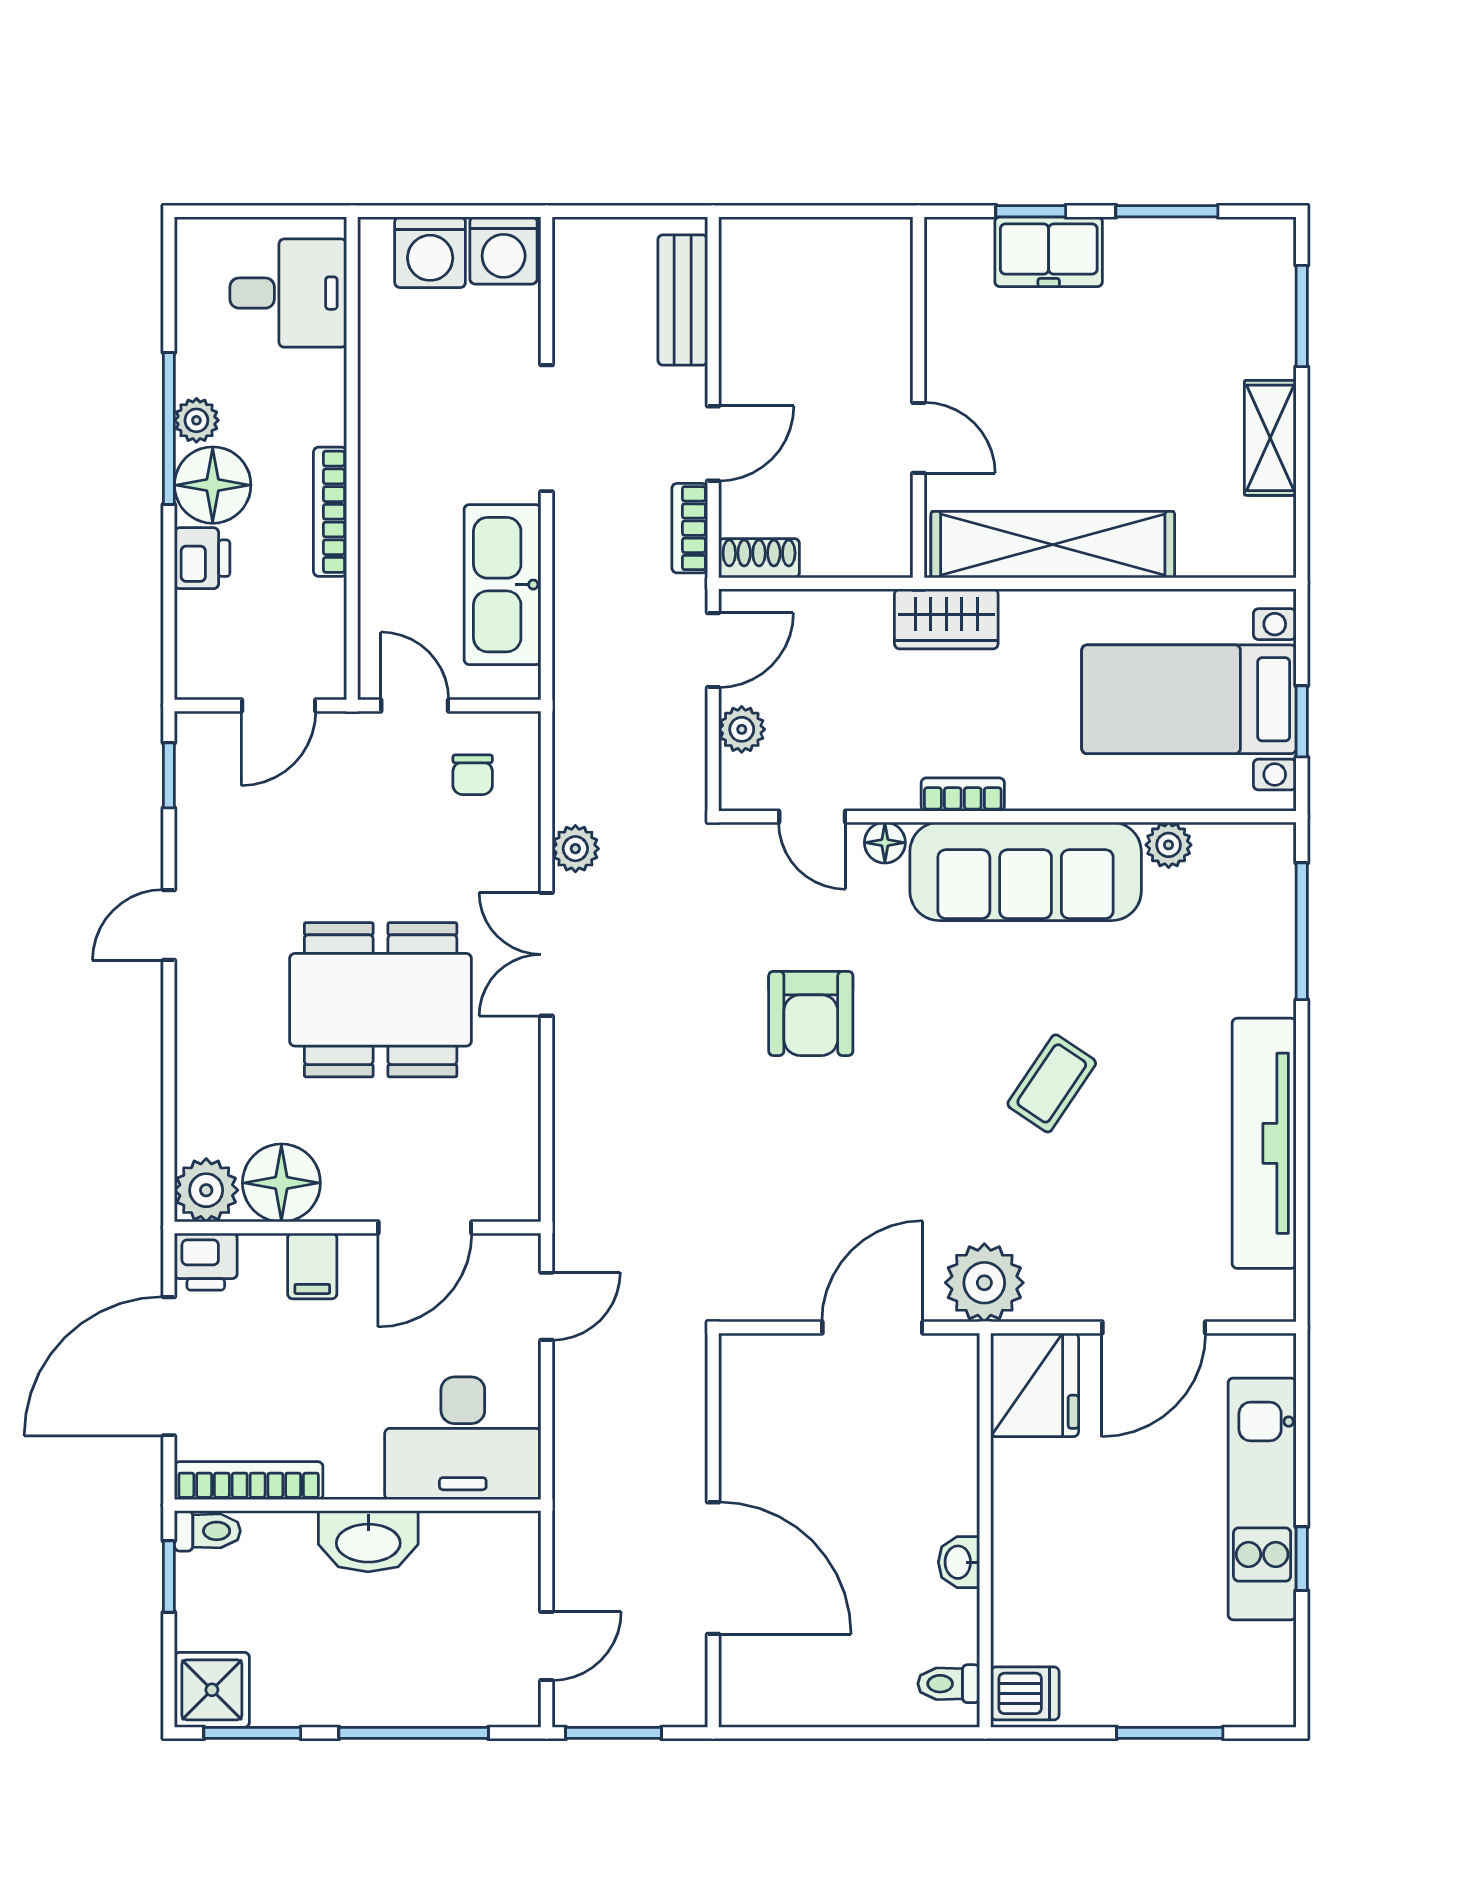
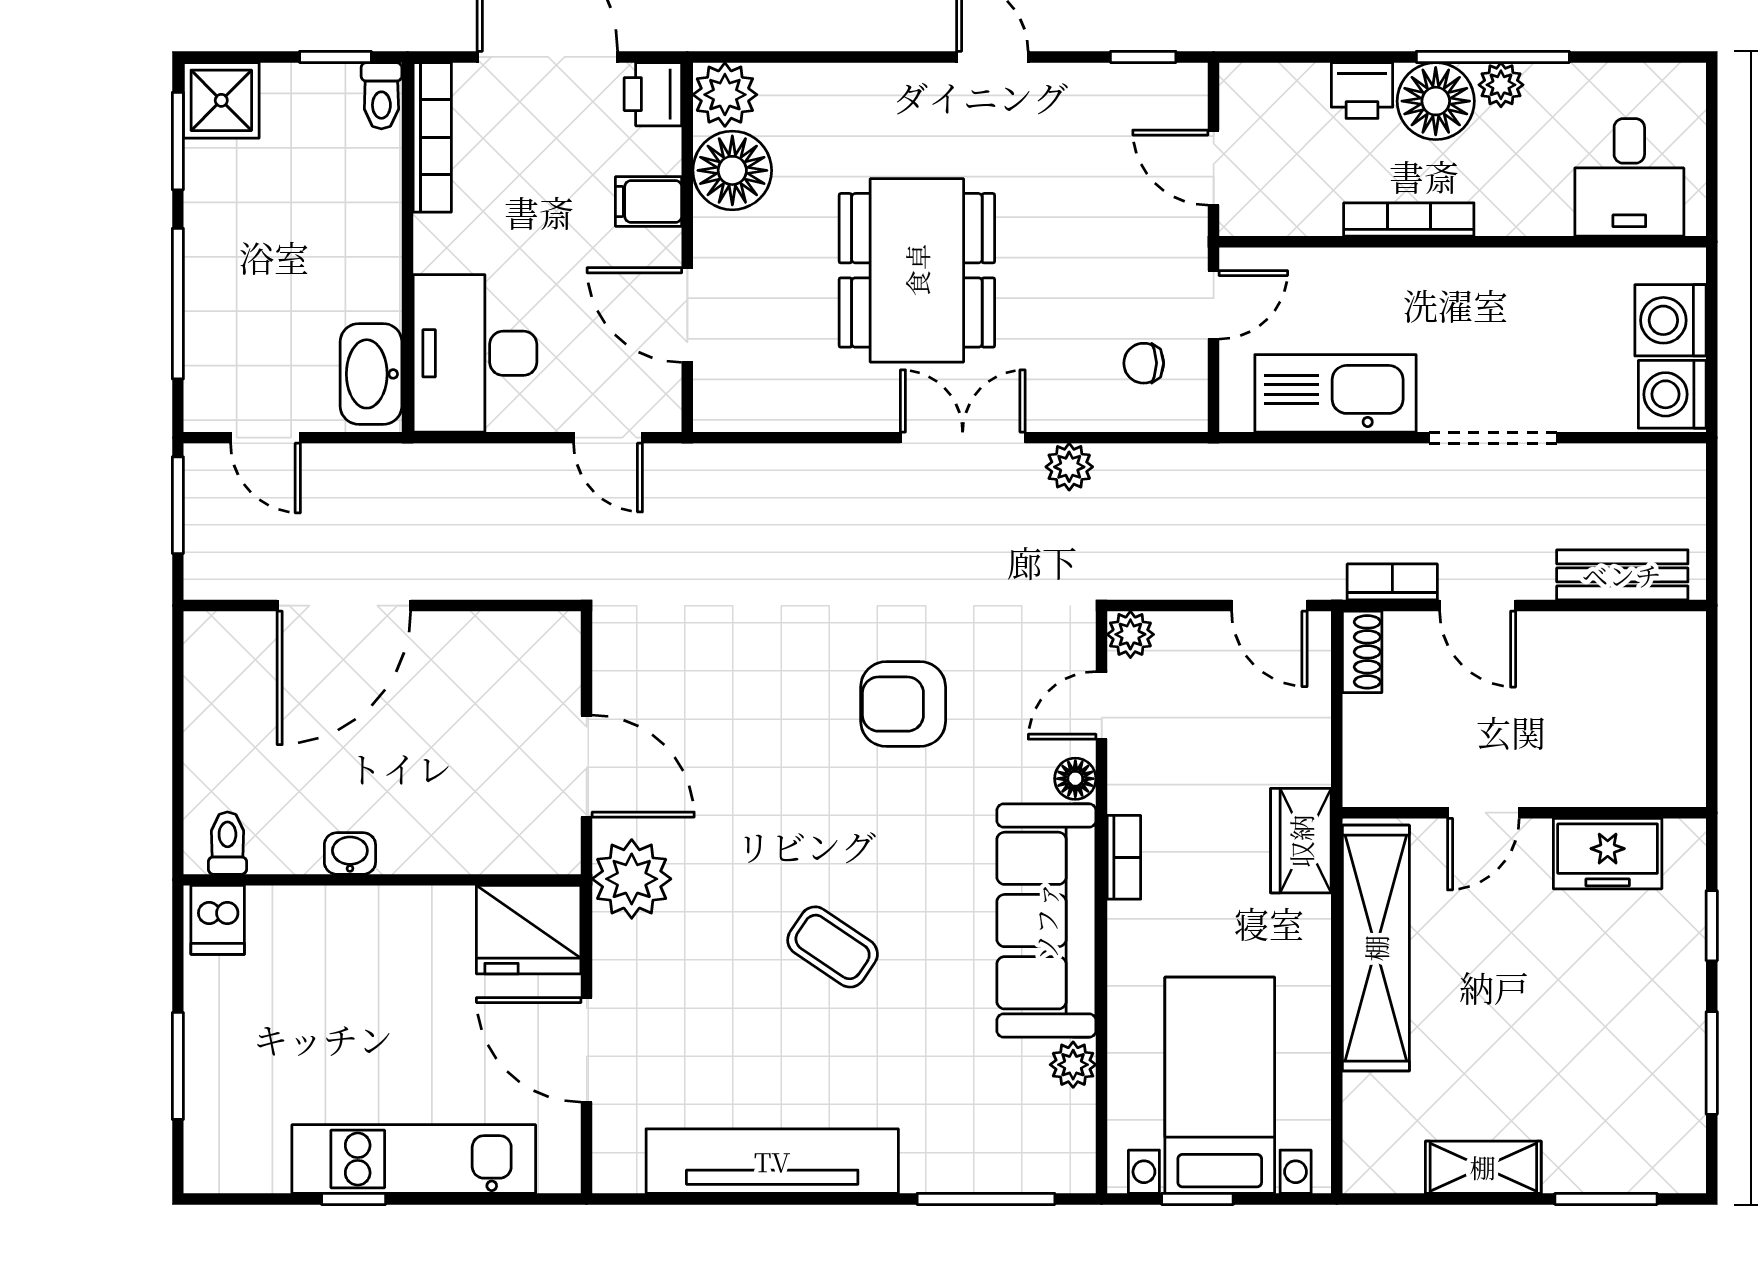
freezer: (1049, 252) -> (1608, 854), moved, turned -90
plant: (742, 729) -> (1130, 634), moved
washbasin: (368, 1541) -> (371, 374), moved

